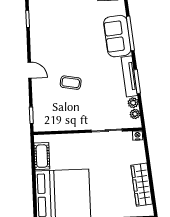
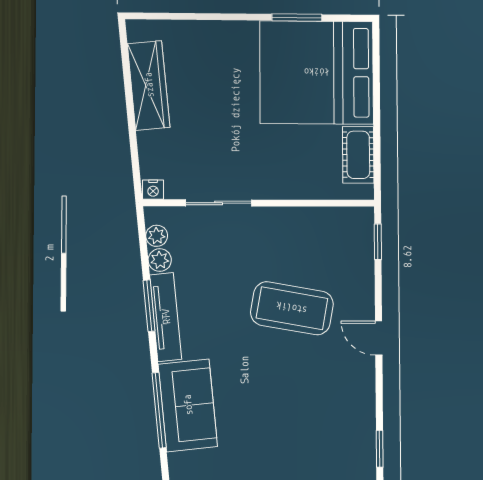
coffee table: (71, 83) -> (292, 308), width x1.86, depth x1.72

